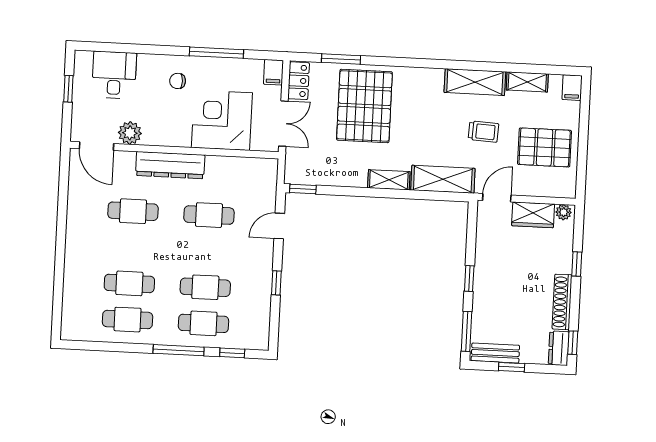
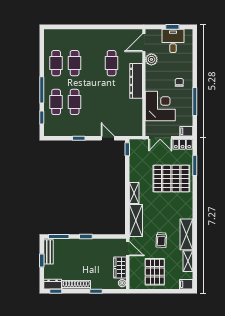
desk: (114, 75) -> (173, 41), moved, turned -90
cafe table: (209, 215) -> (112, 102), removed

